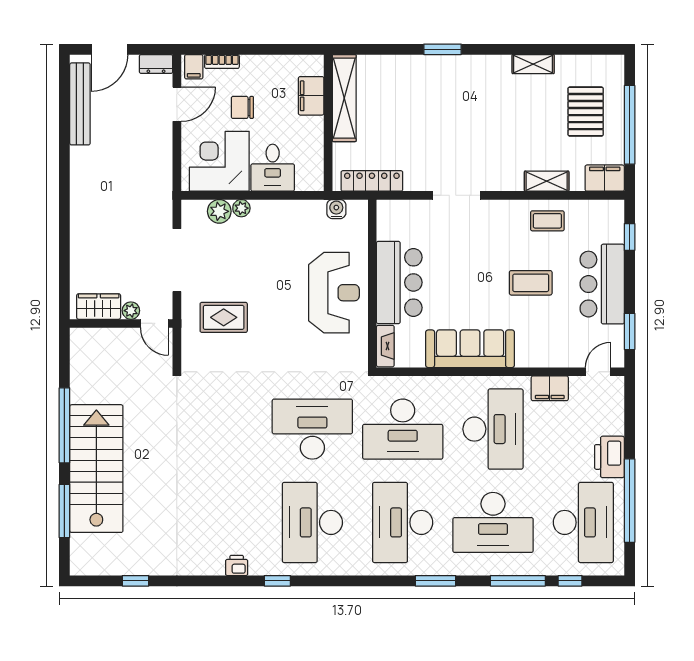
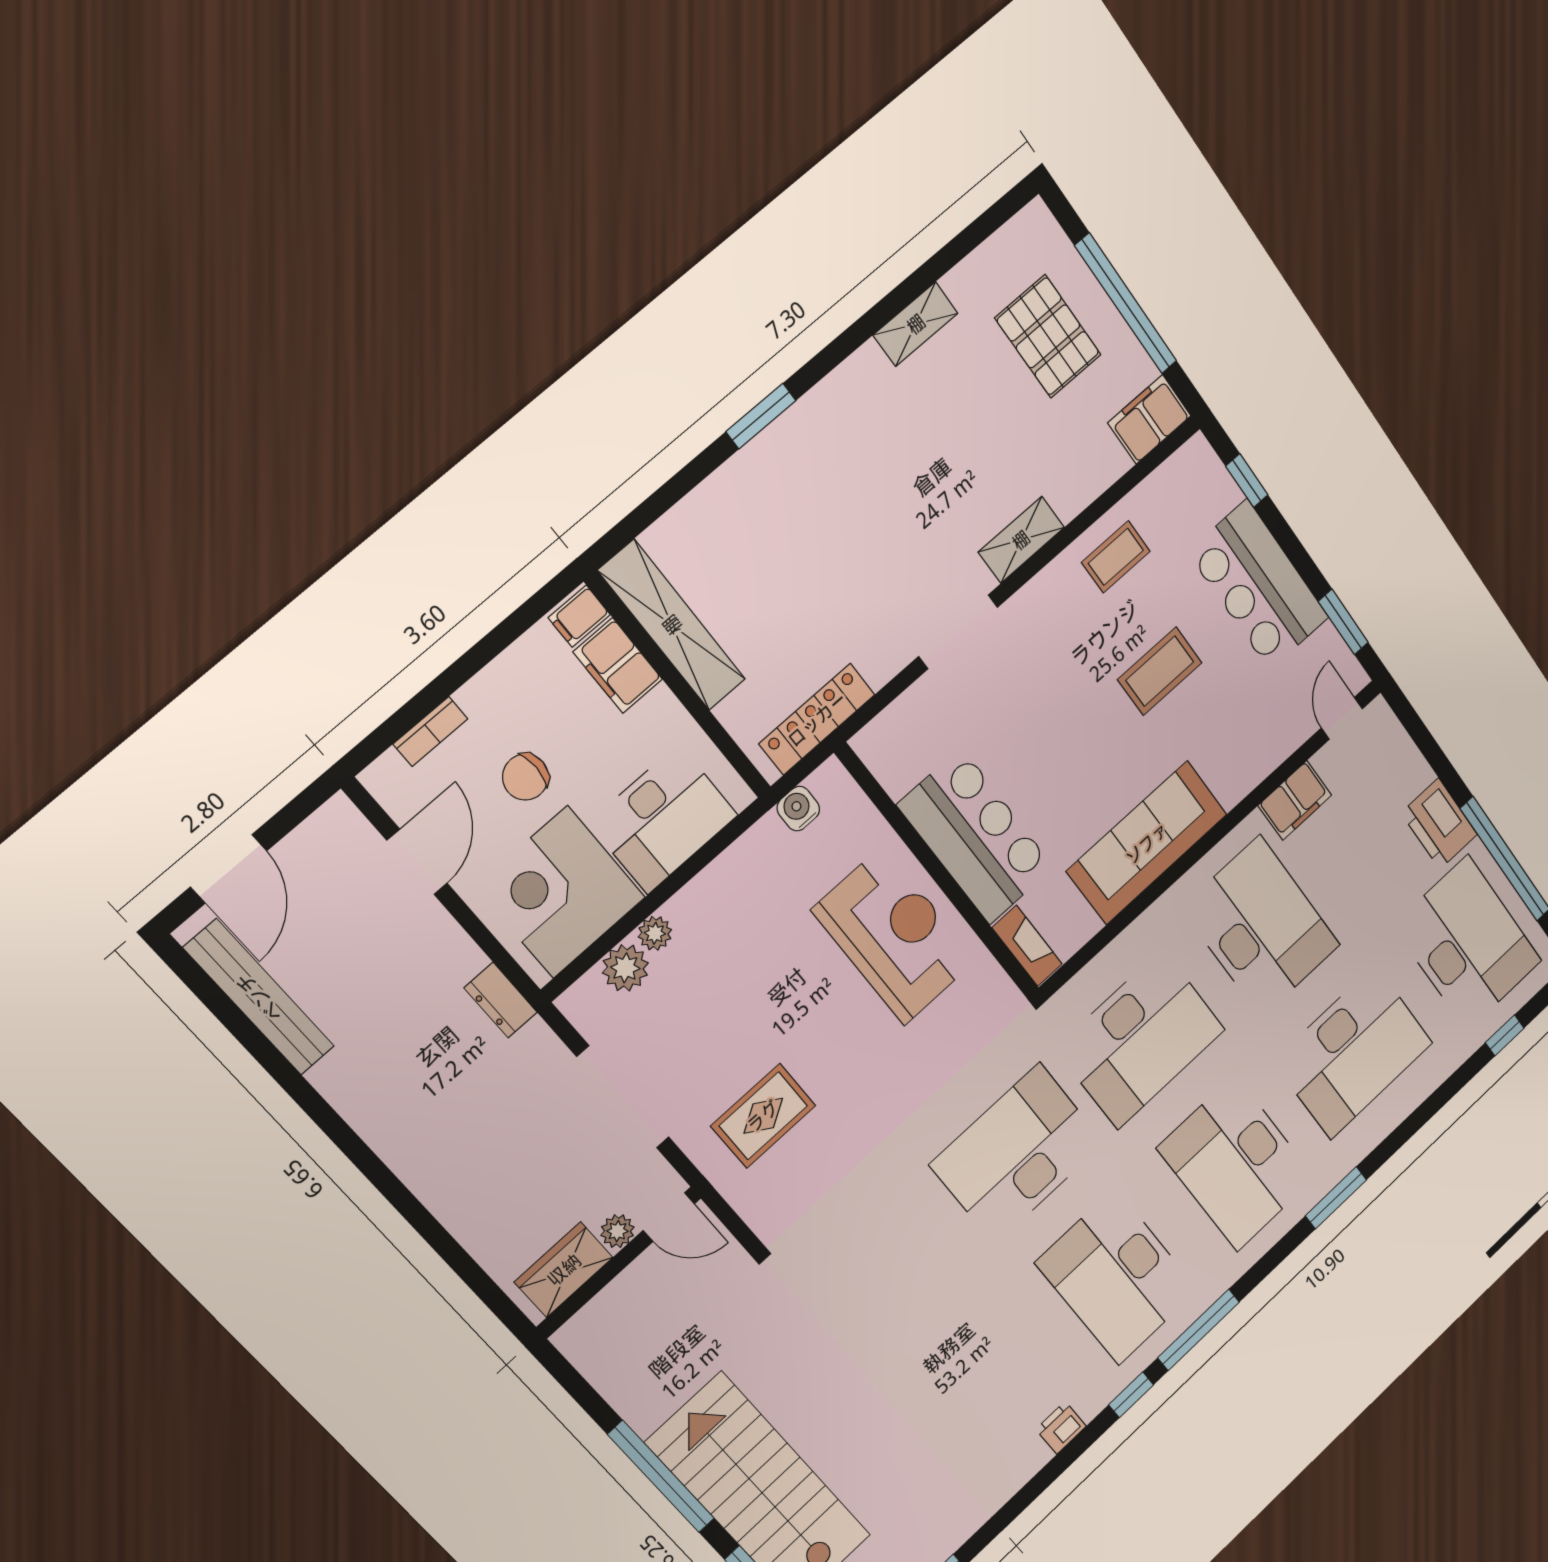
dresser: (156, 64) -> (501, 1000), moved, turned 90
filing cabinet: (194, 67) -> (579, 616), moved, turned 90
desk: (273, 168) -> (663, 819), width x1.37
shelving: (547, 181) -> (1021, 540), moved
window: (518, 581) -> (1199, 1330), moved

